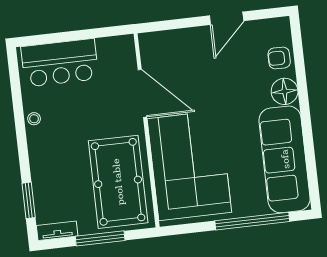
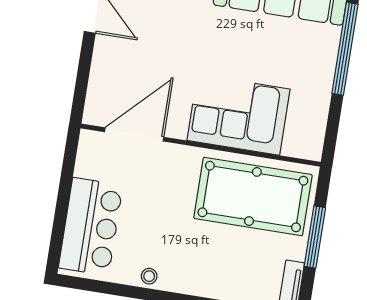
door: (142, 93) -> (134, 134), moved
corner sofa: (189, 166) -> (239, 115), width x0.73, depth x0.74

